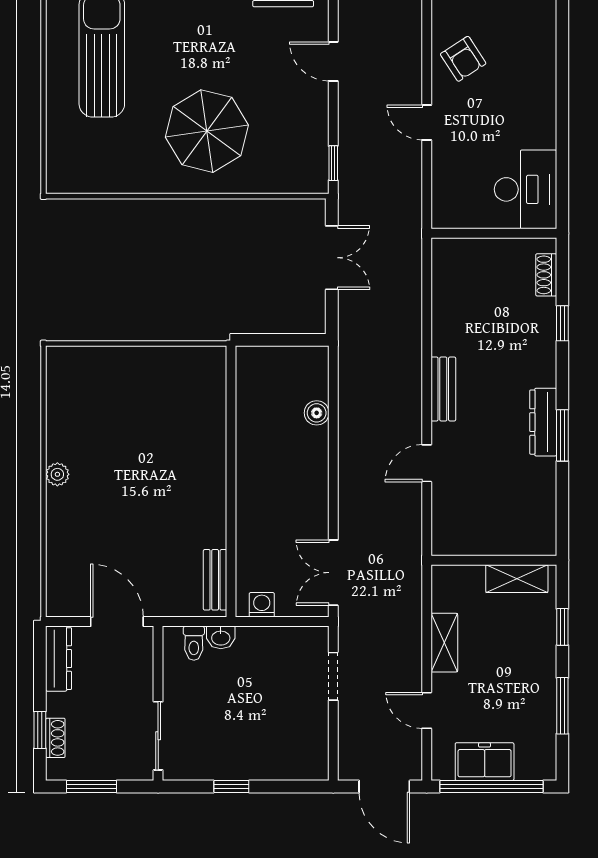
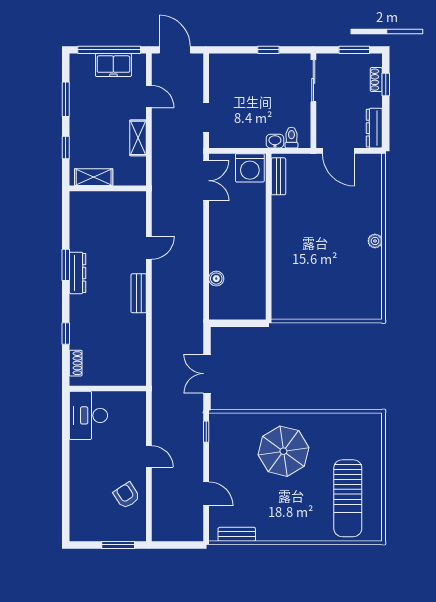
washing machine: (262, 605) -> (250, 168), width x1.89, depth x1.89

